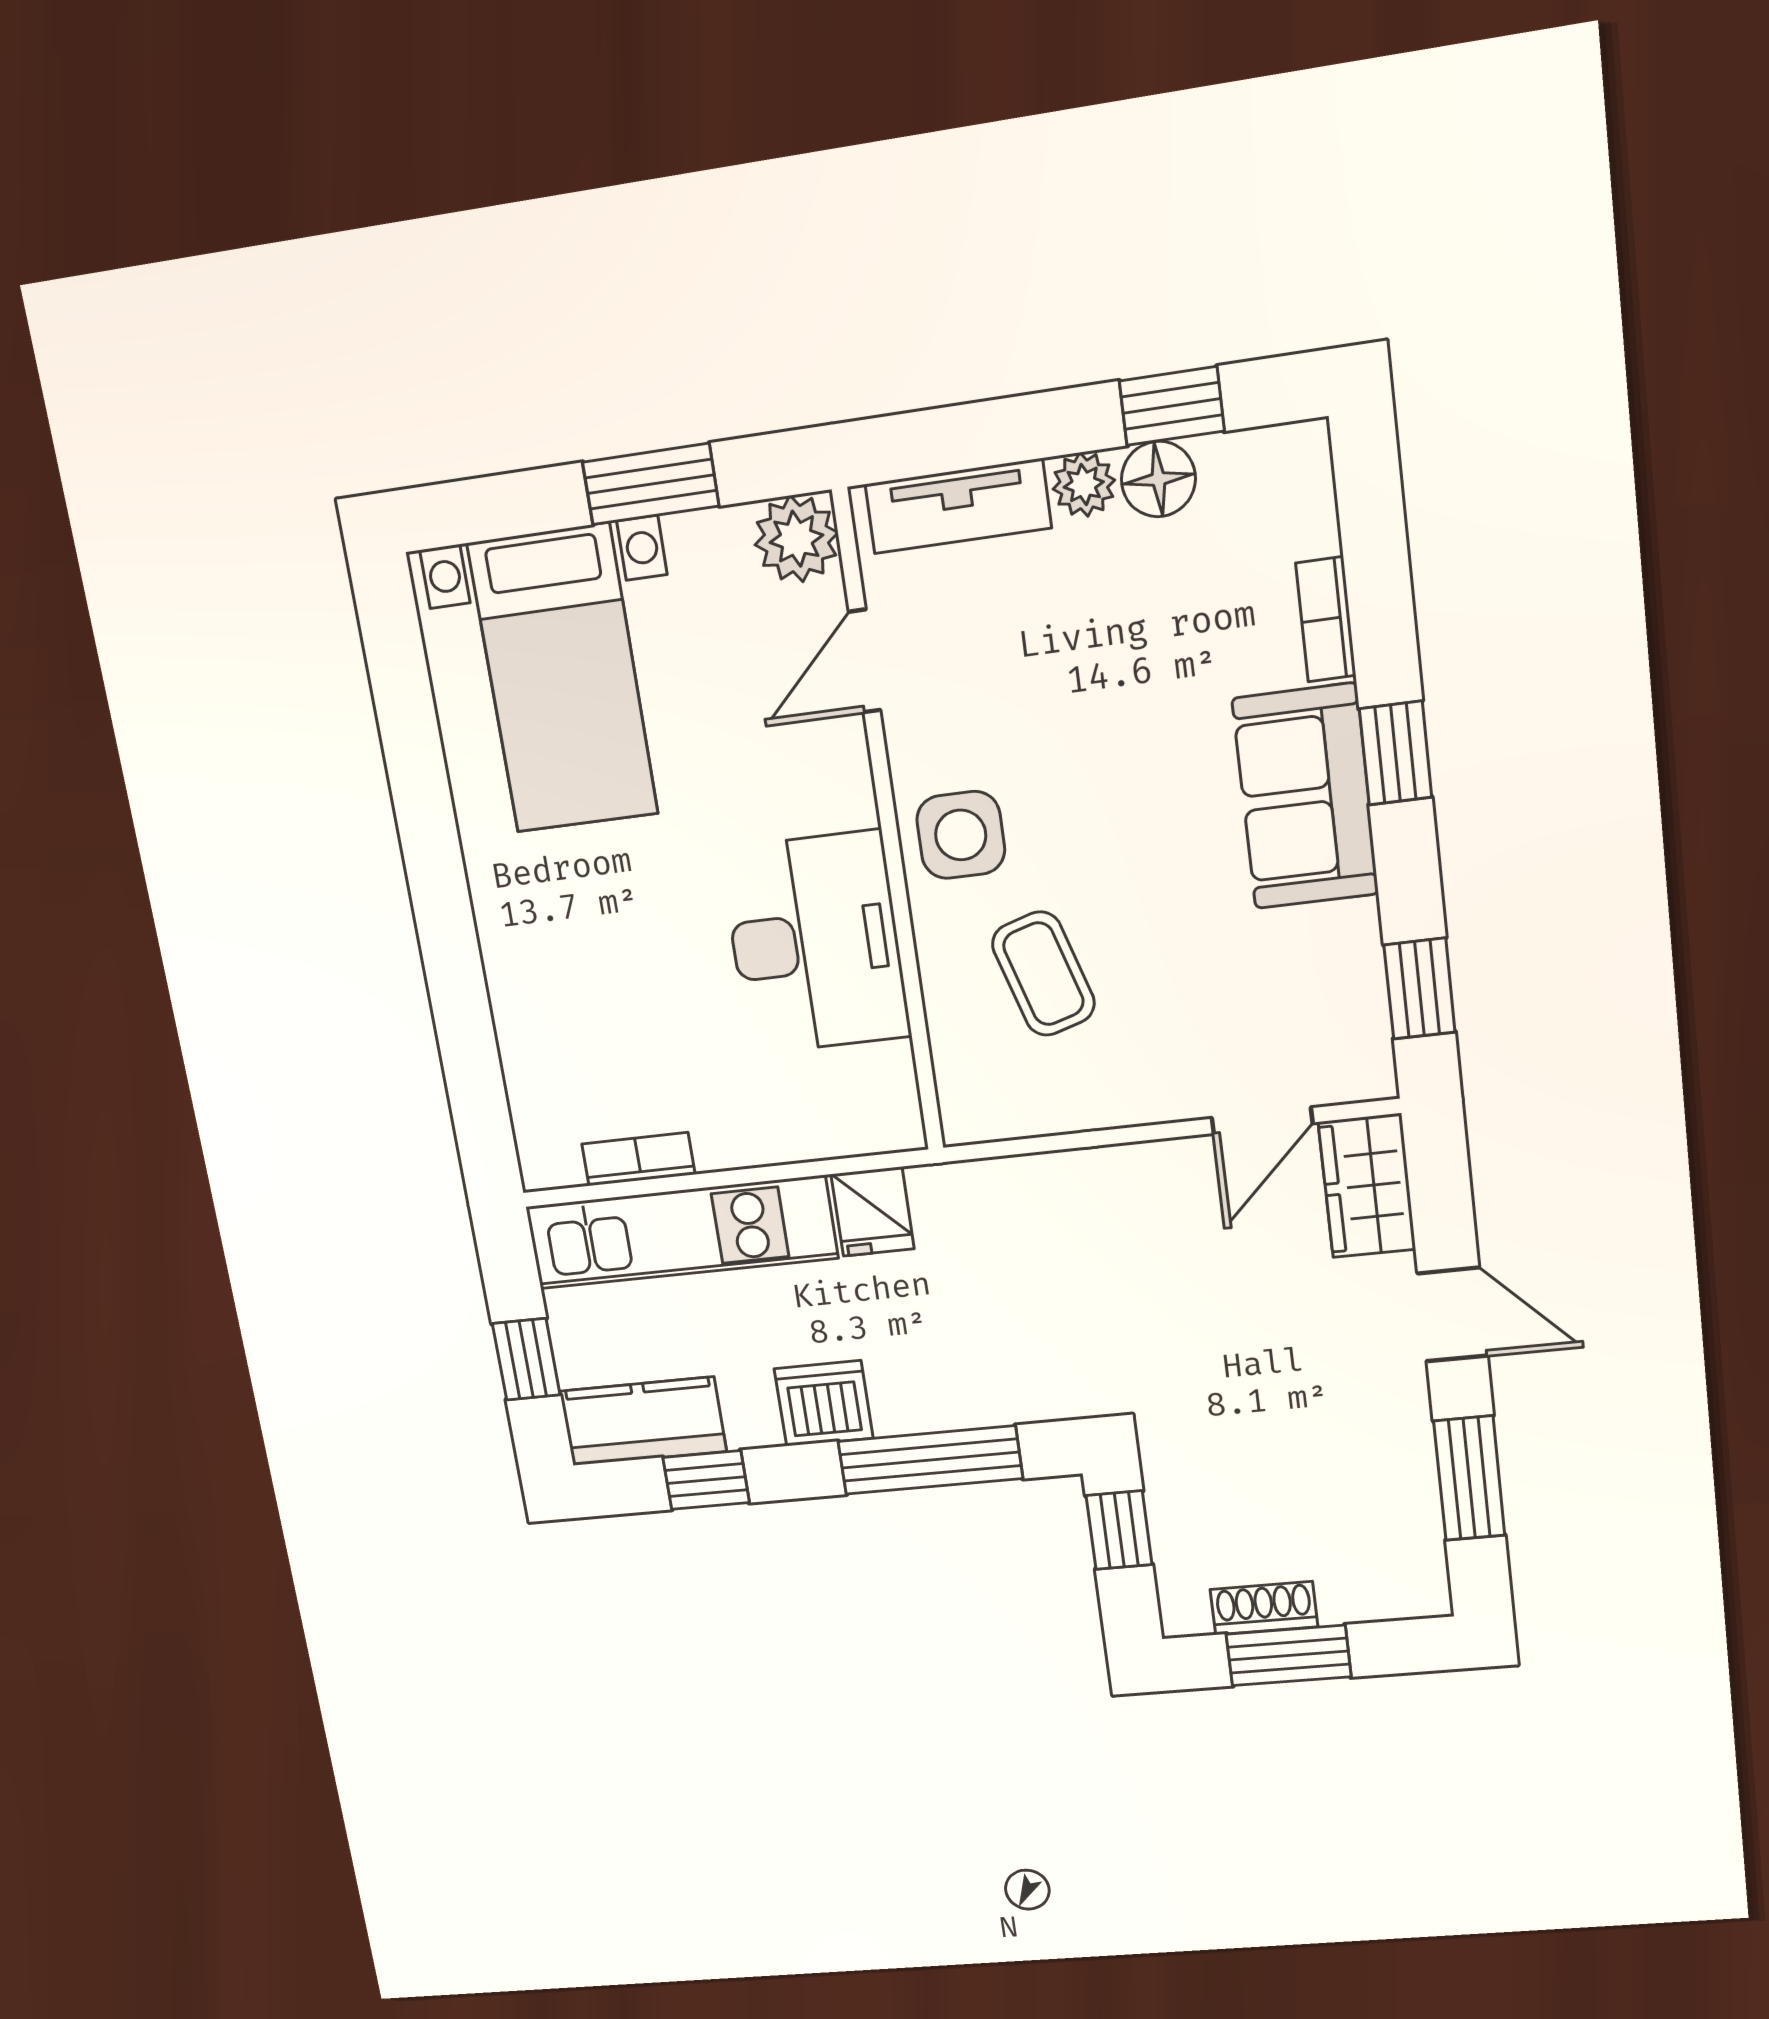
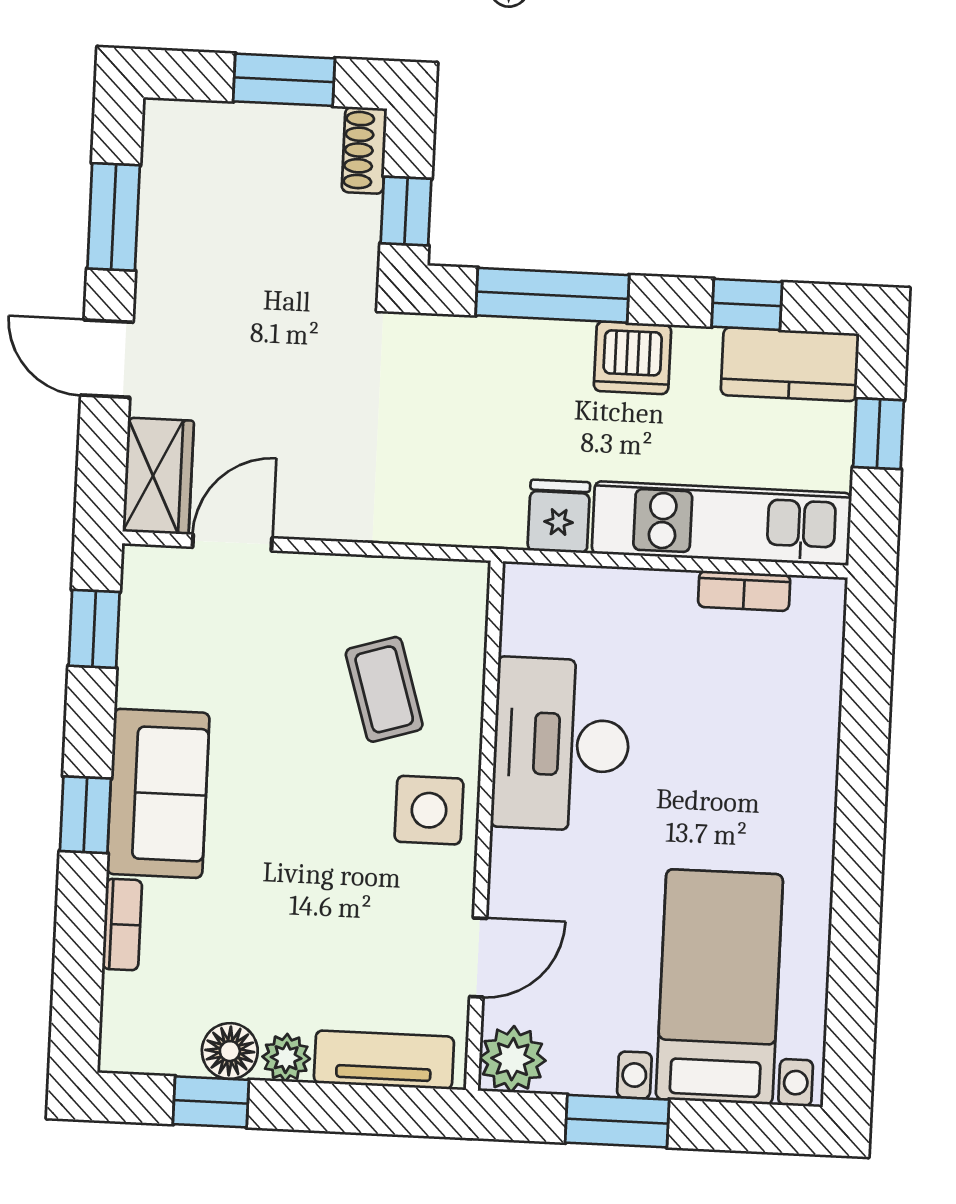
shoe rack: (1264, 1608) -> (364, 150), moved, turned 90

